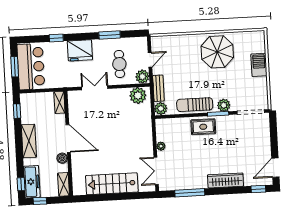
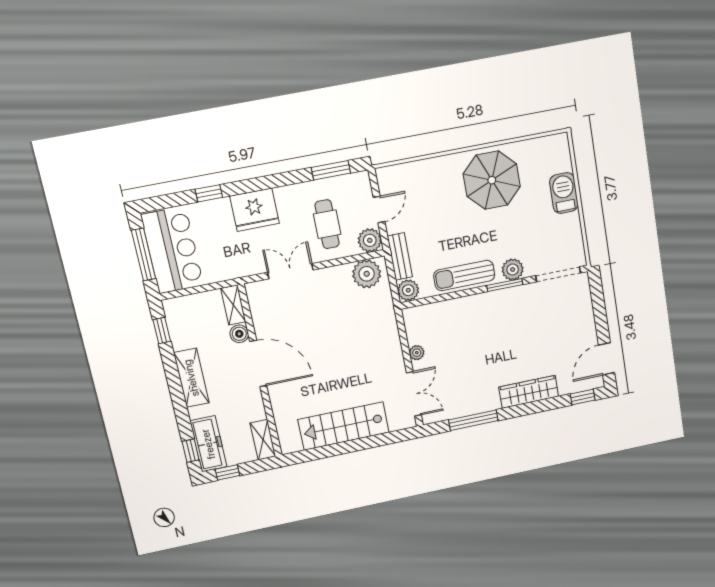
window: (110, 35) -> (331, 170), moved
window: (15, 67) -> (143, 254), width x1.44
rug: (203, 127) -> (483, 310), removed
boiler: (62, 158) -> (239, 334), moved
double door: (156, 171) -> (414, 394), swing flipped

